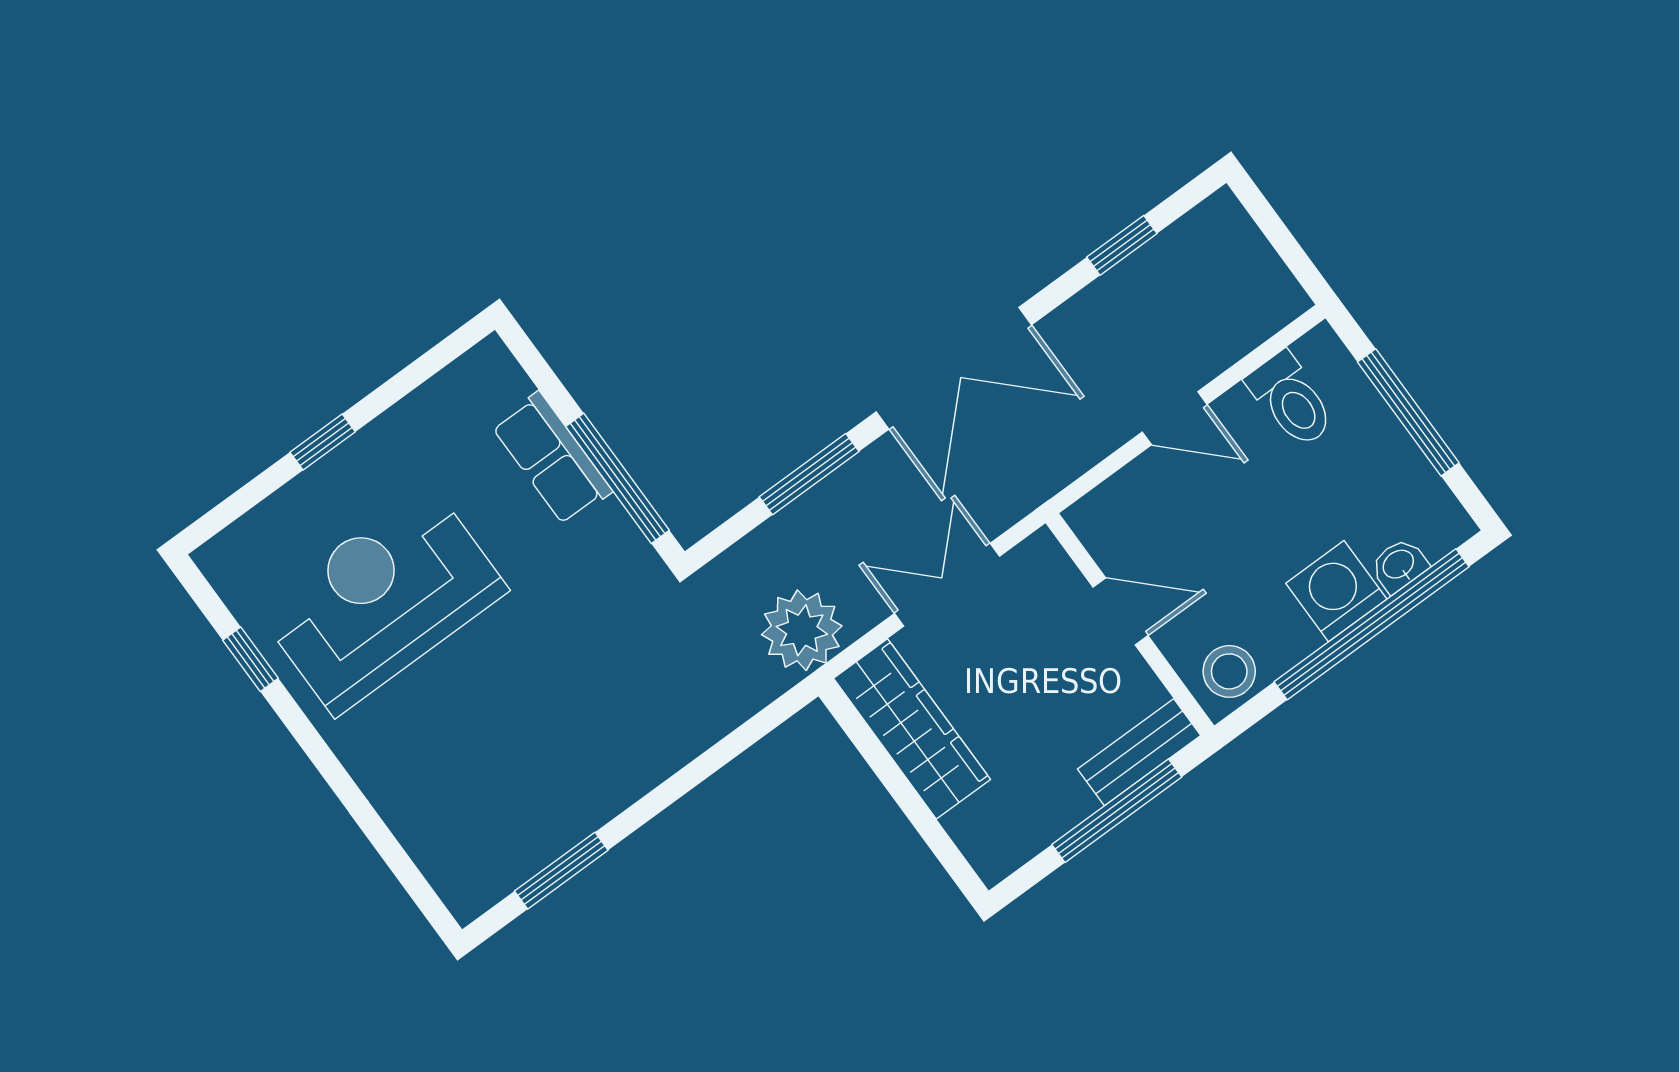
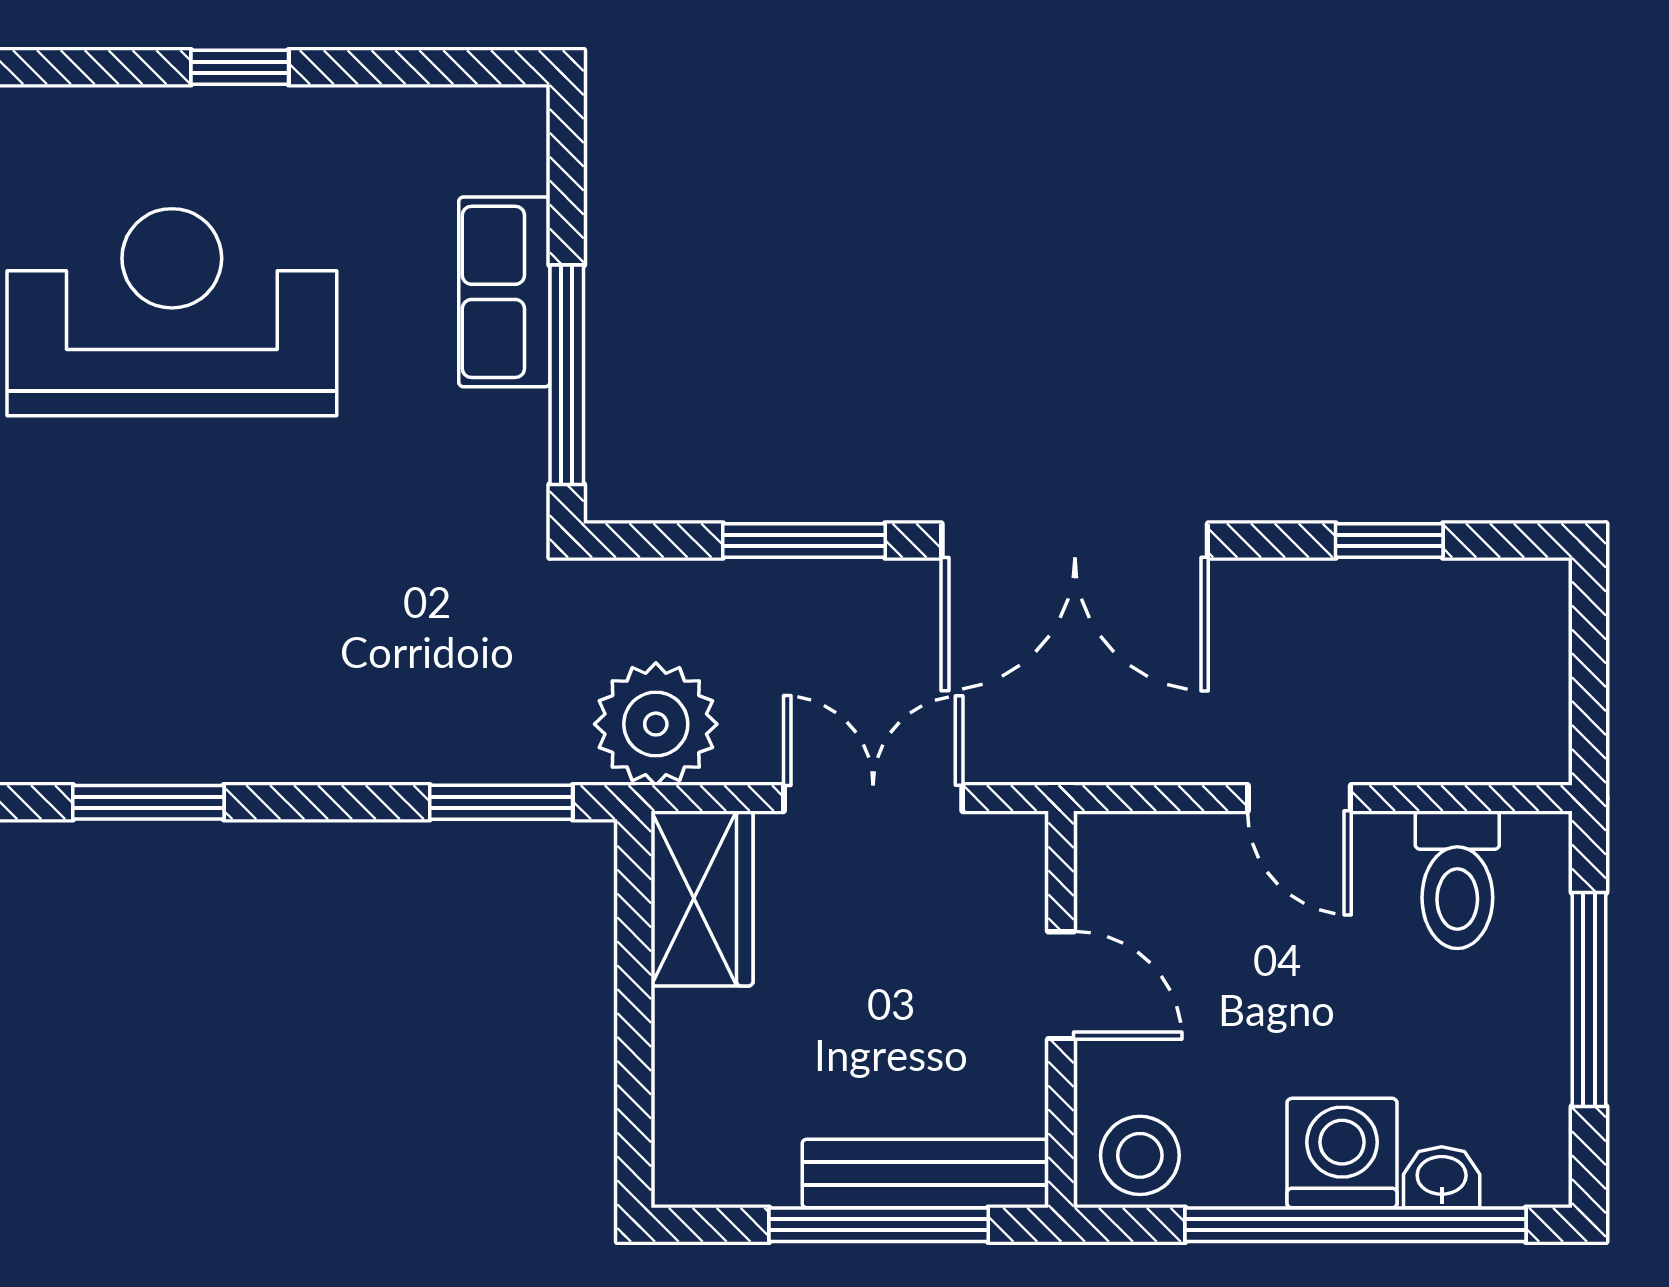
wardrobe: (912, 729) -> (702, 898), width x0.67
window: (750, 733) -> (501, 802), added
bench: (1139, 752) -> (925, 1173), width x1.36

